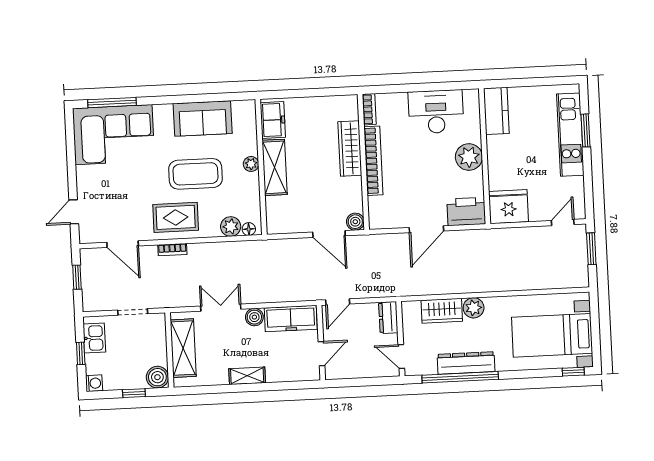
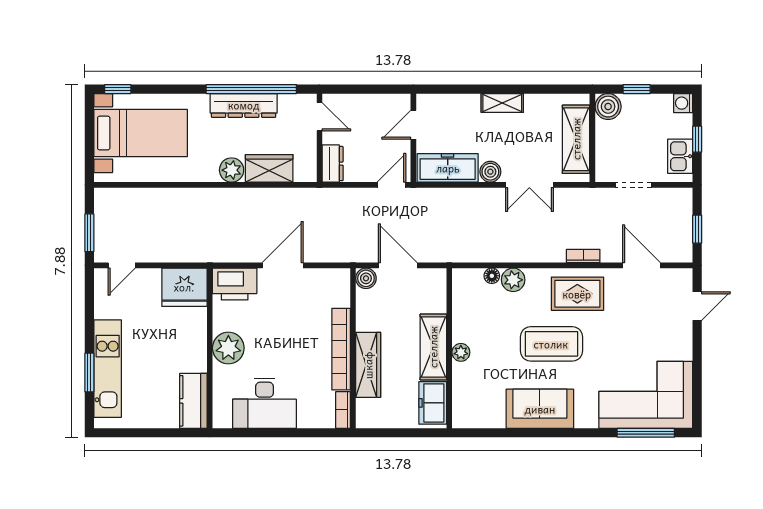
freezer: (273, 120) -> (433, 403), moved
plant: (251, 164) -> (461, 352), moved
wall: (261, 167) -> (449, 348), moved
shelving: (275, 167) -> (433, 347), moved

